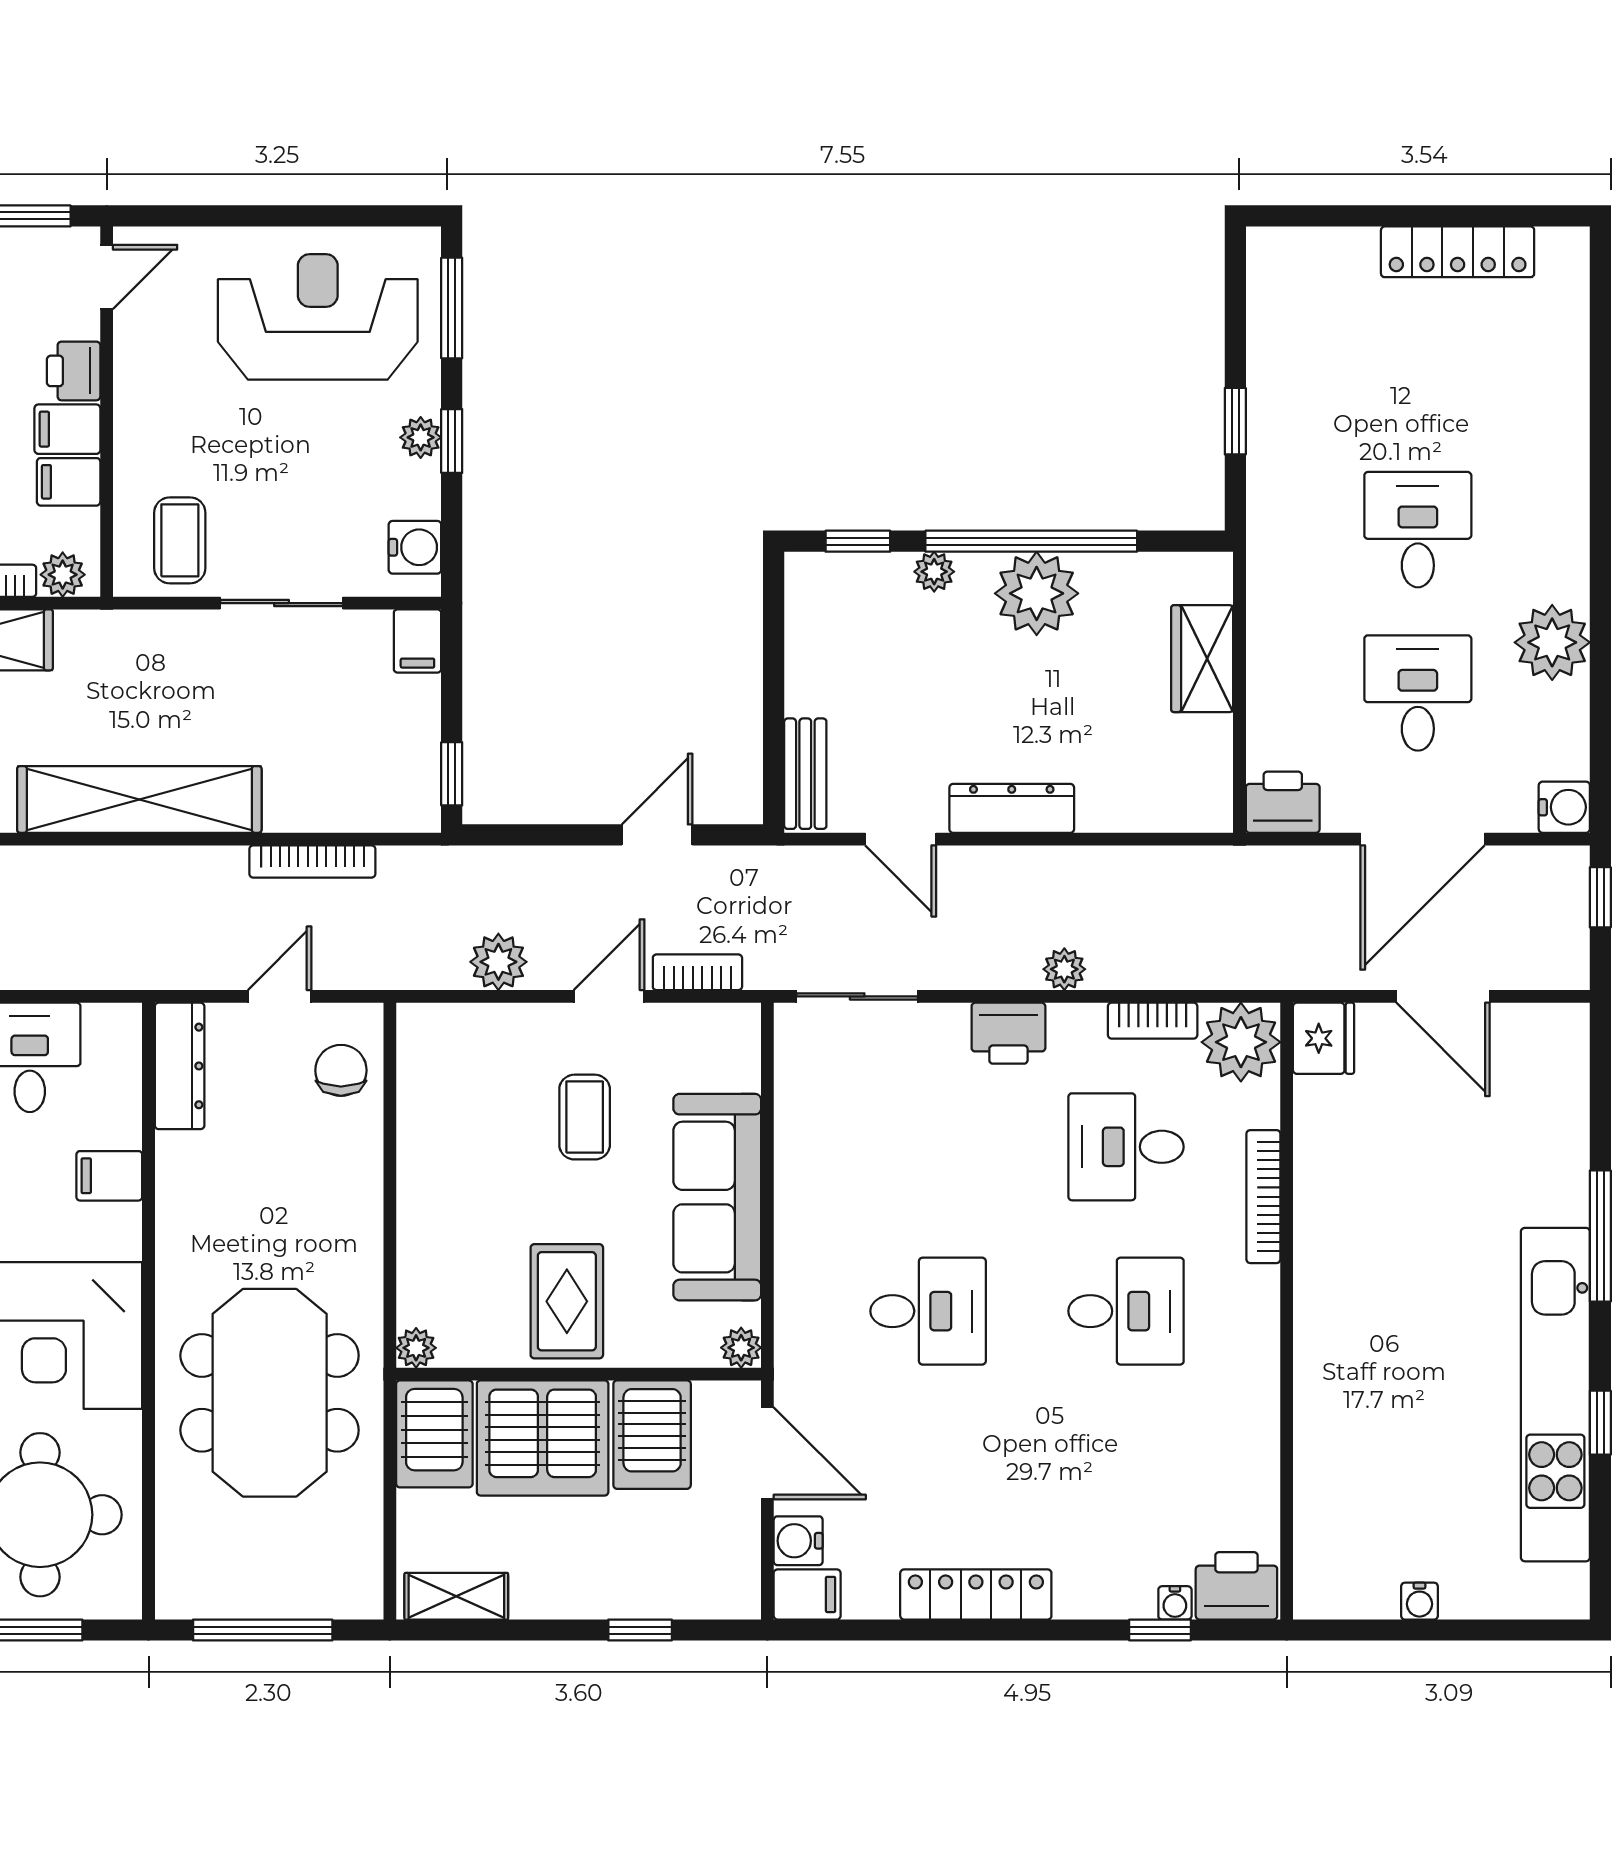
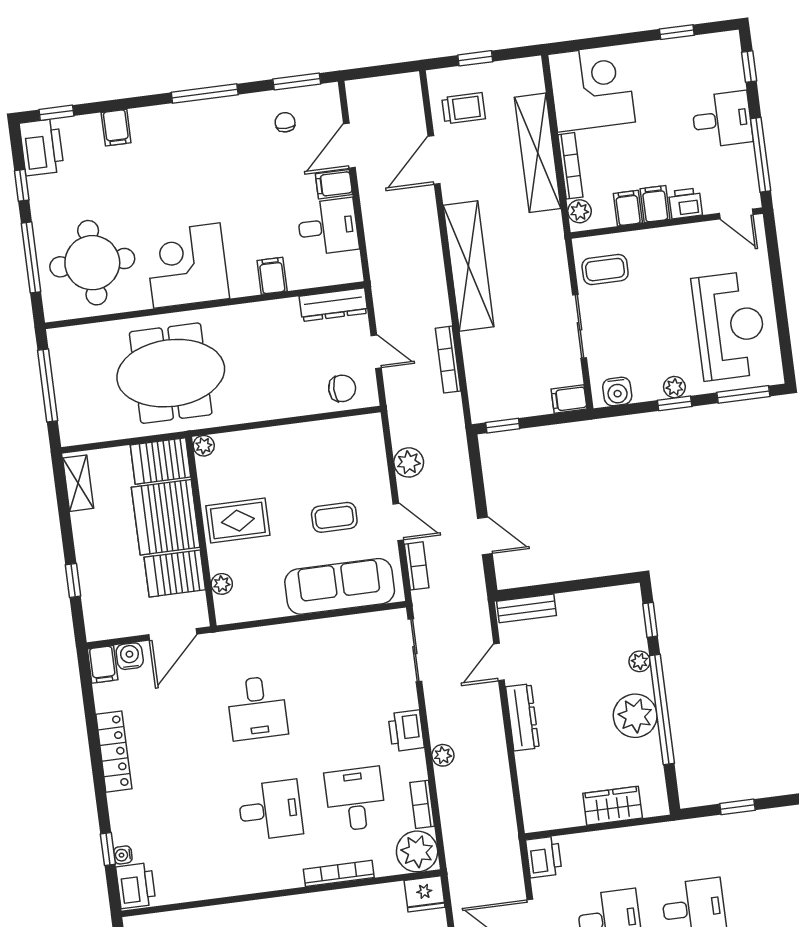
sofa: (717, 1197) -> (340, 586), moved
desk: (1126, 1311) -> (270, 810), turned -90
plant: (741, 1348) -> (222, 584), moved

